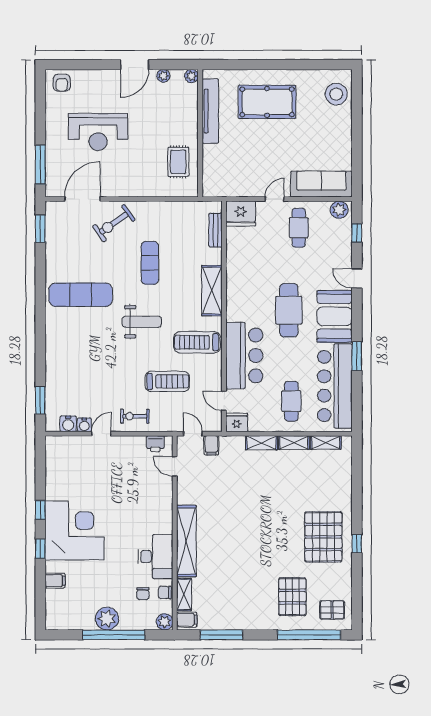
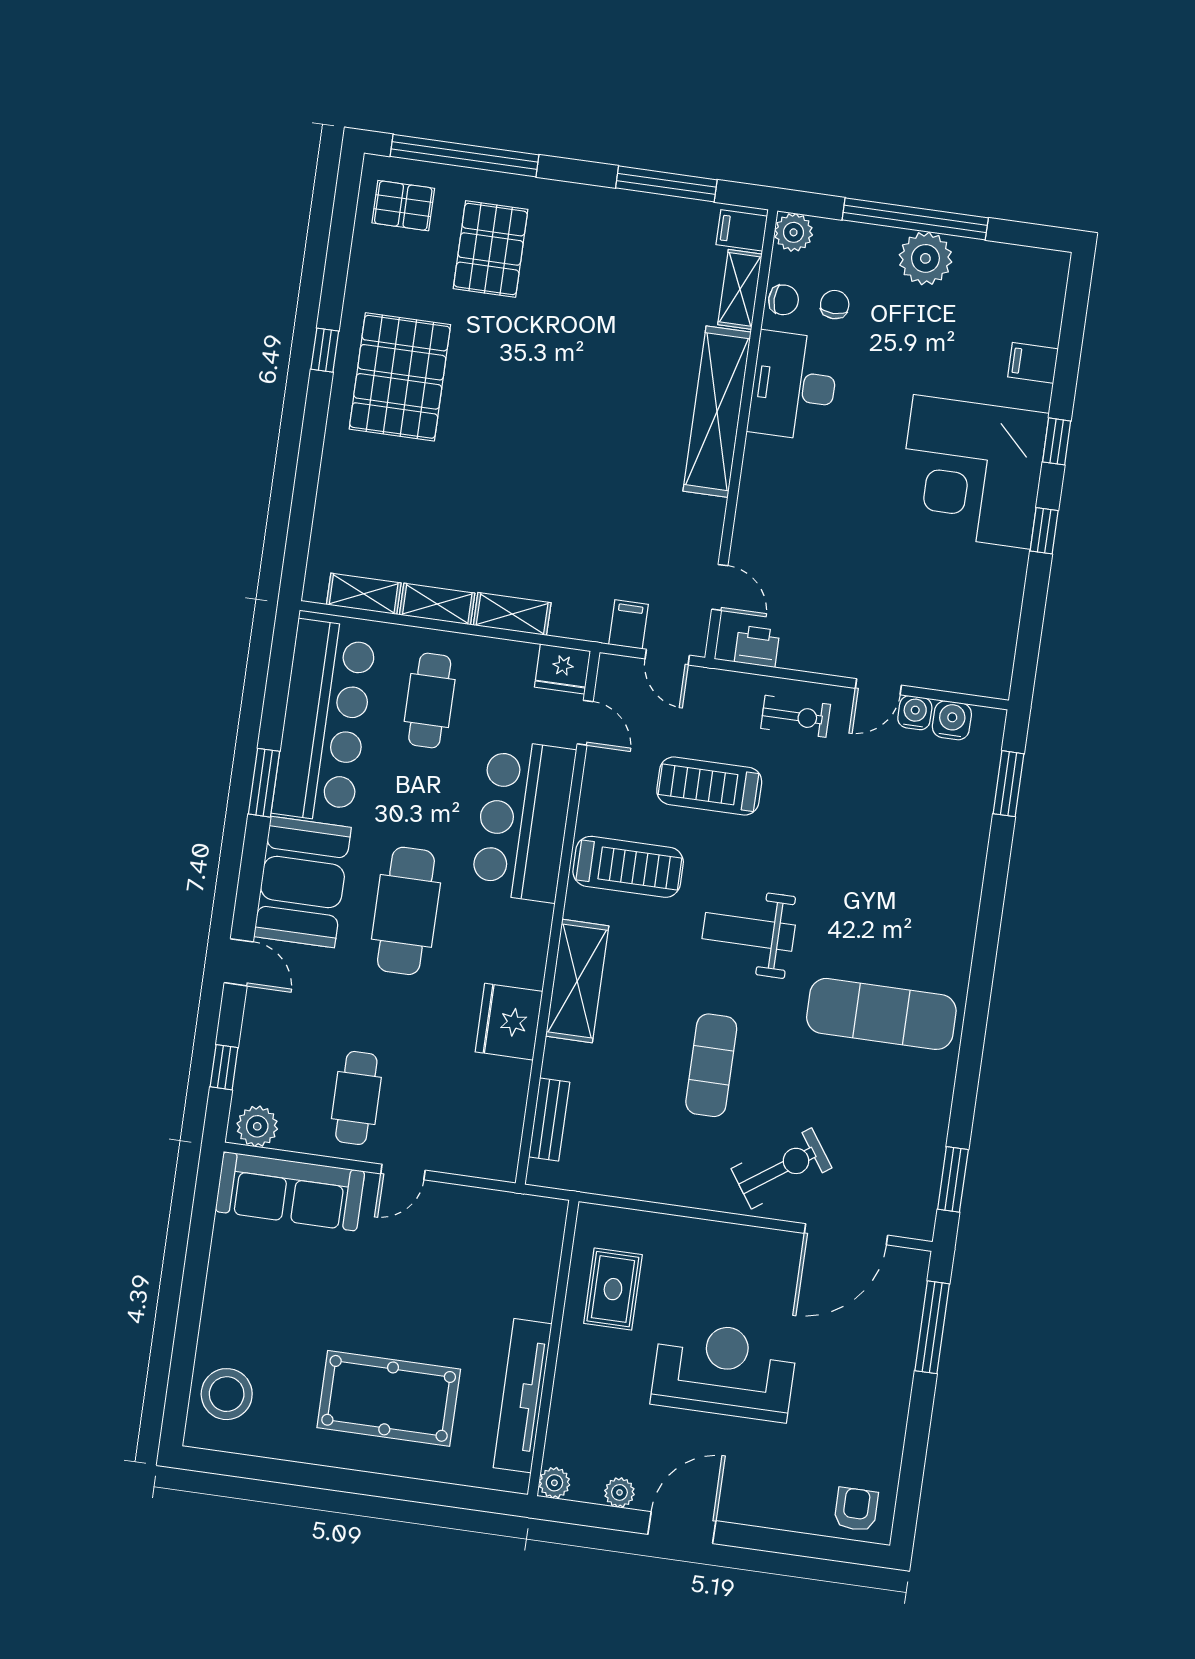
reception desk: (98, 132) -> (724, 1371), moved
fridge: (241, 214) -> (509, 1022), moved, turned -90

